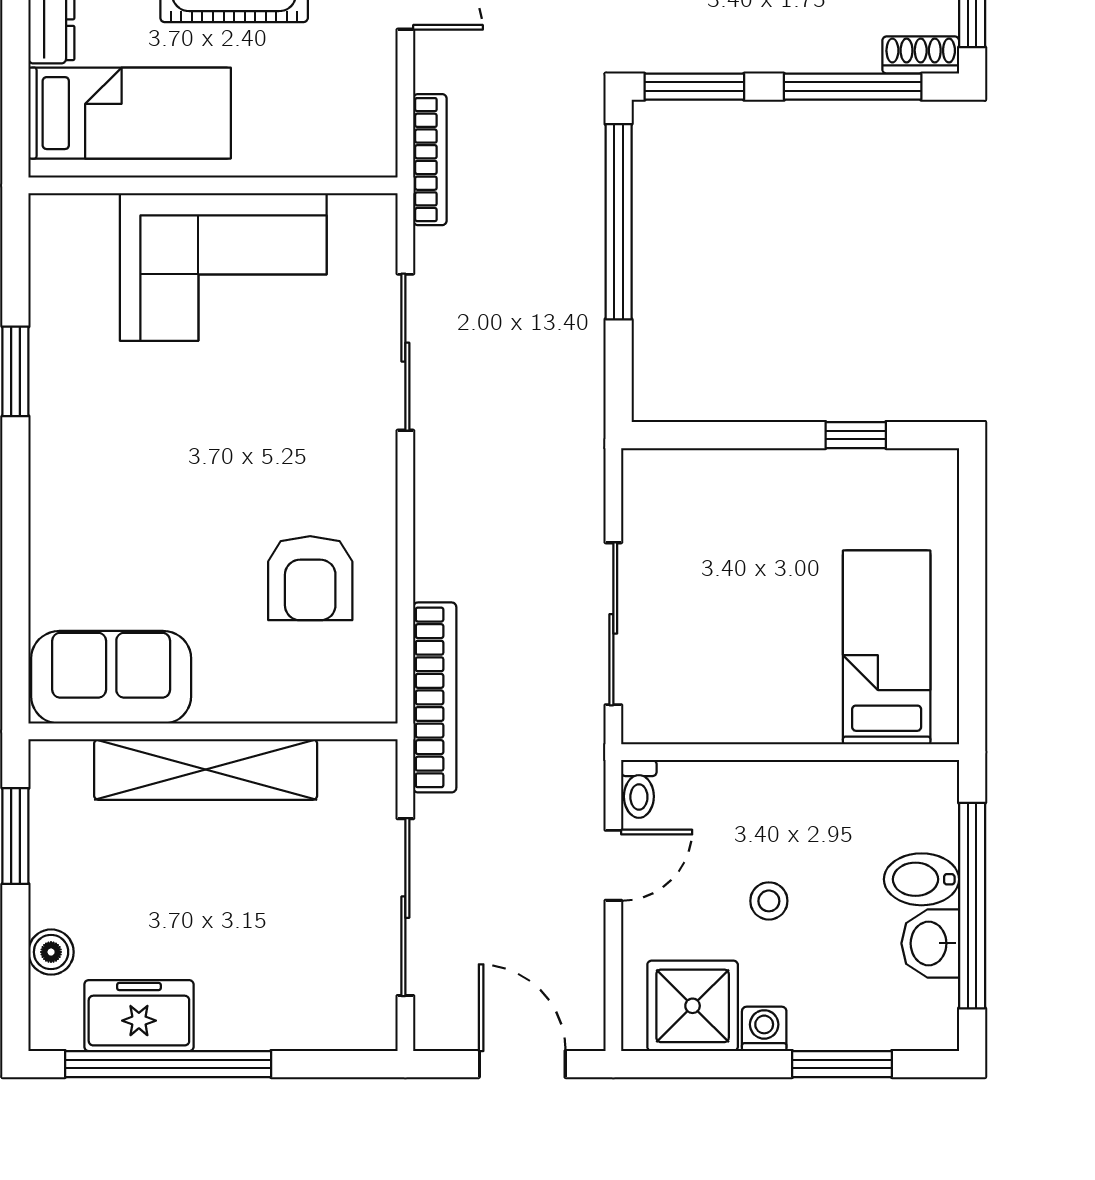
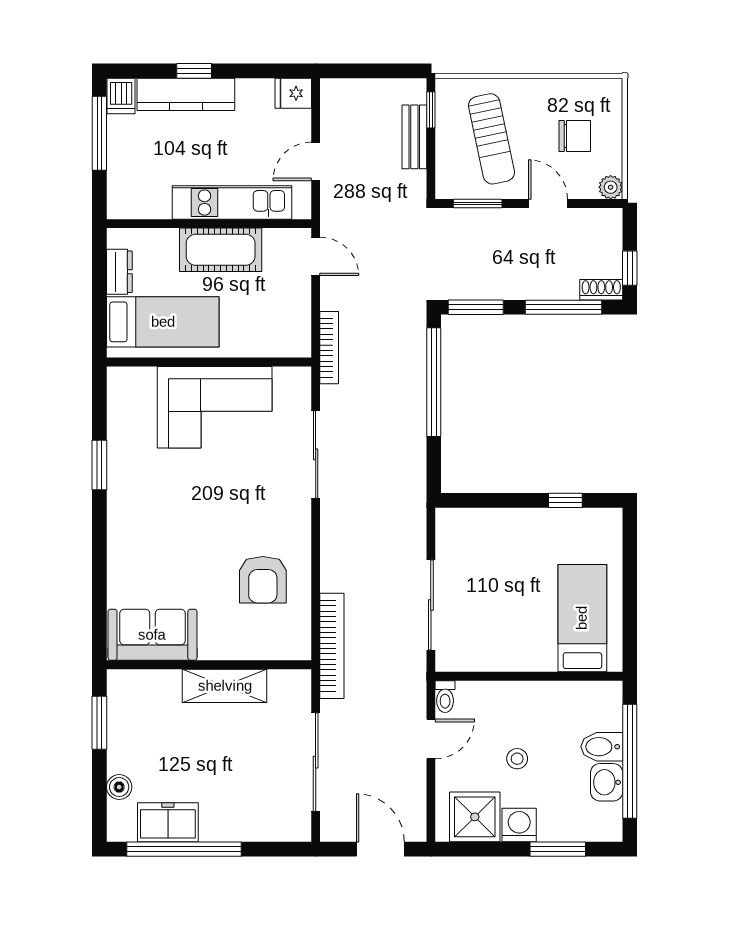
shelving: (206, 770) -> (225, 686), width x0.68
washing machine: (764, 1029) -> (519, 825), width x1.38, depth x1.38

